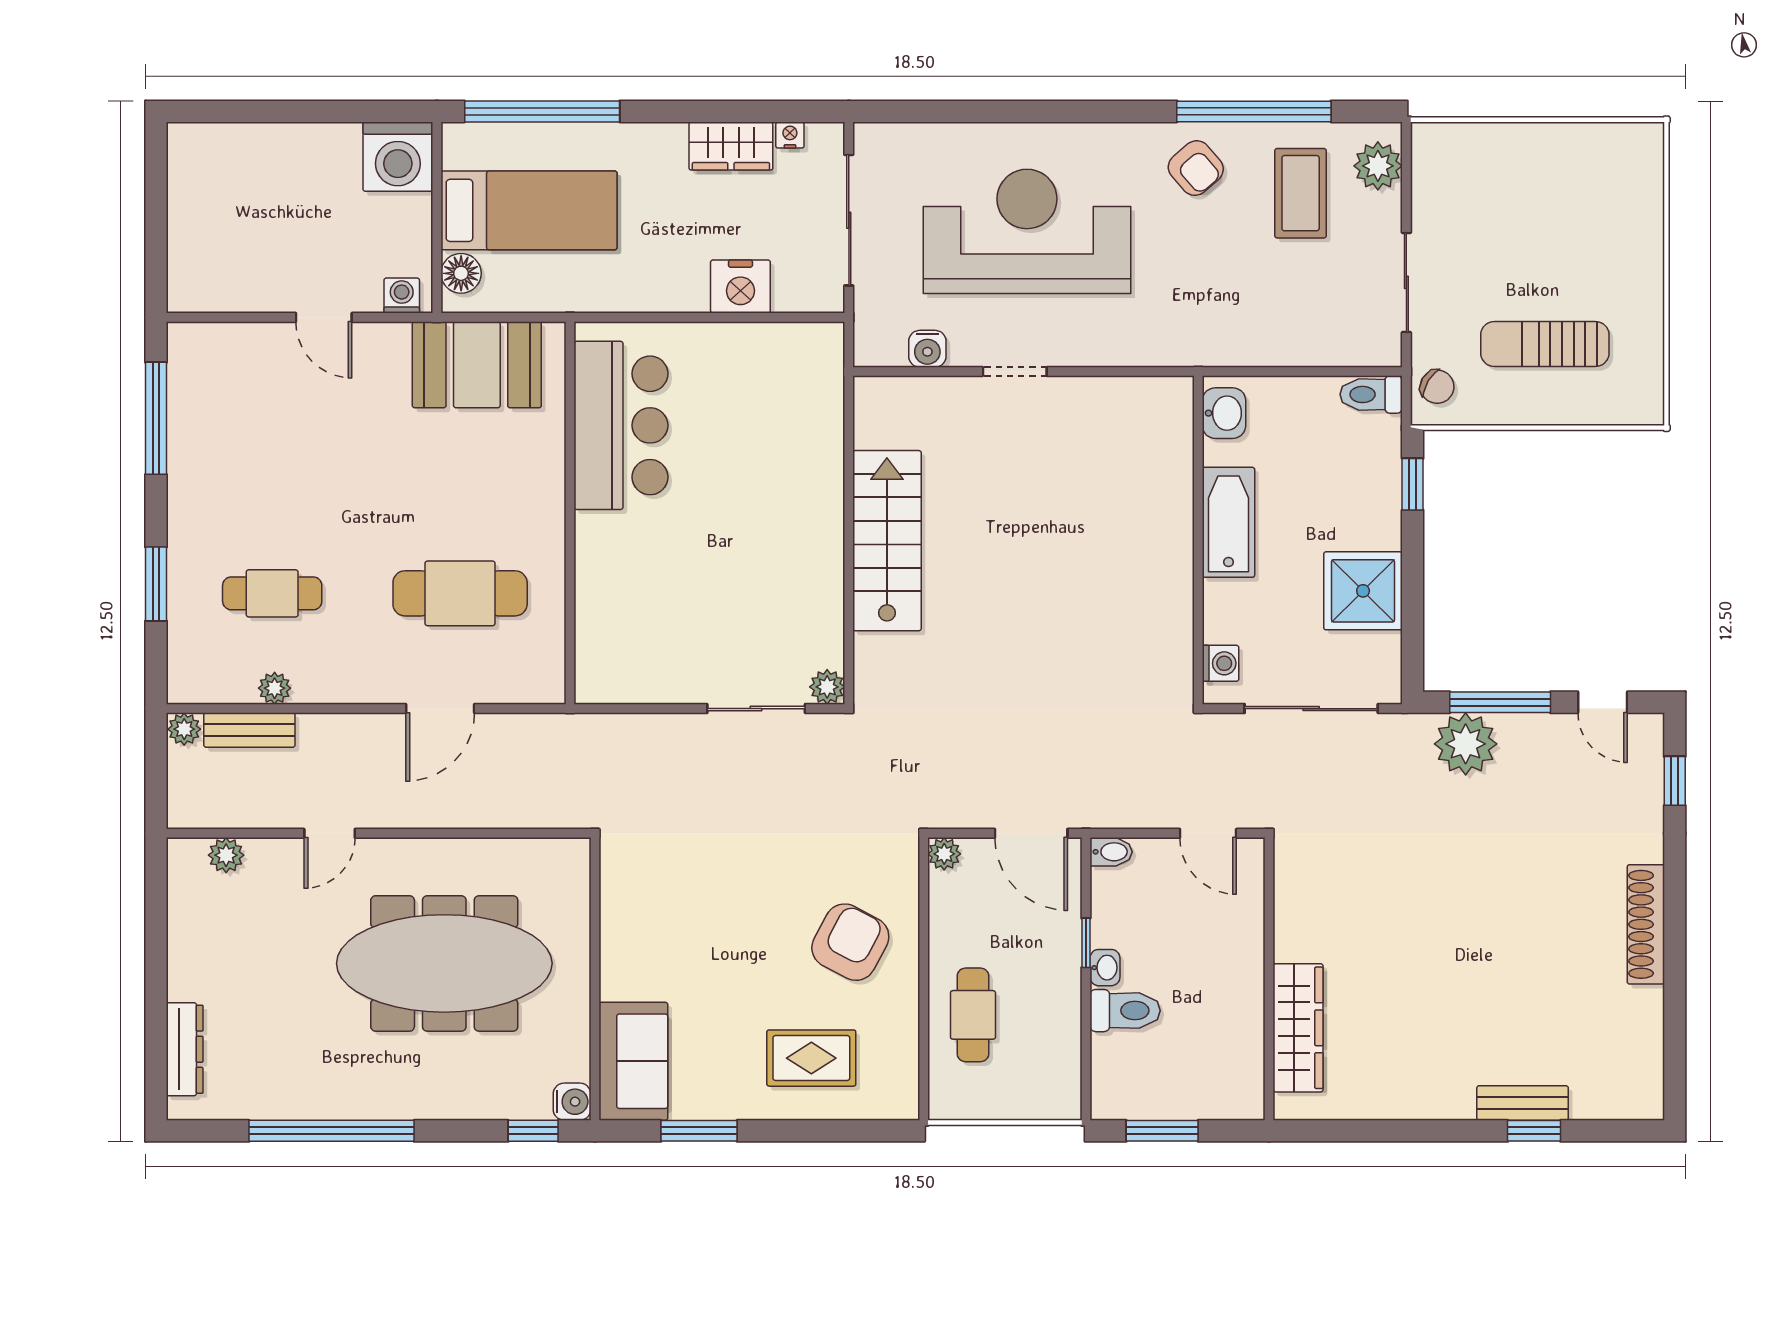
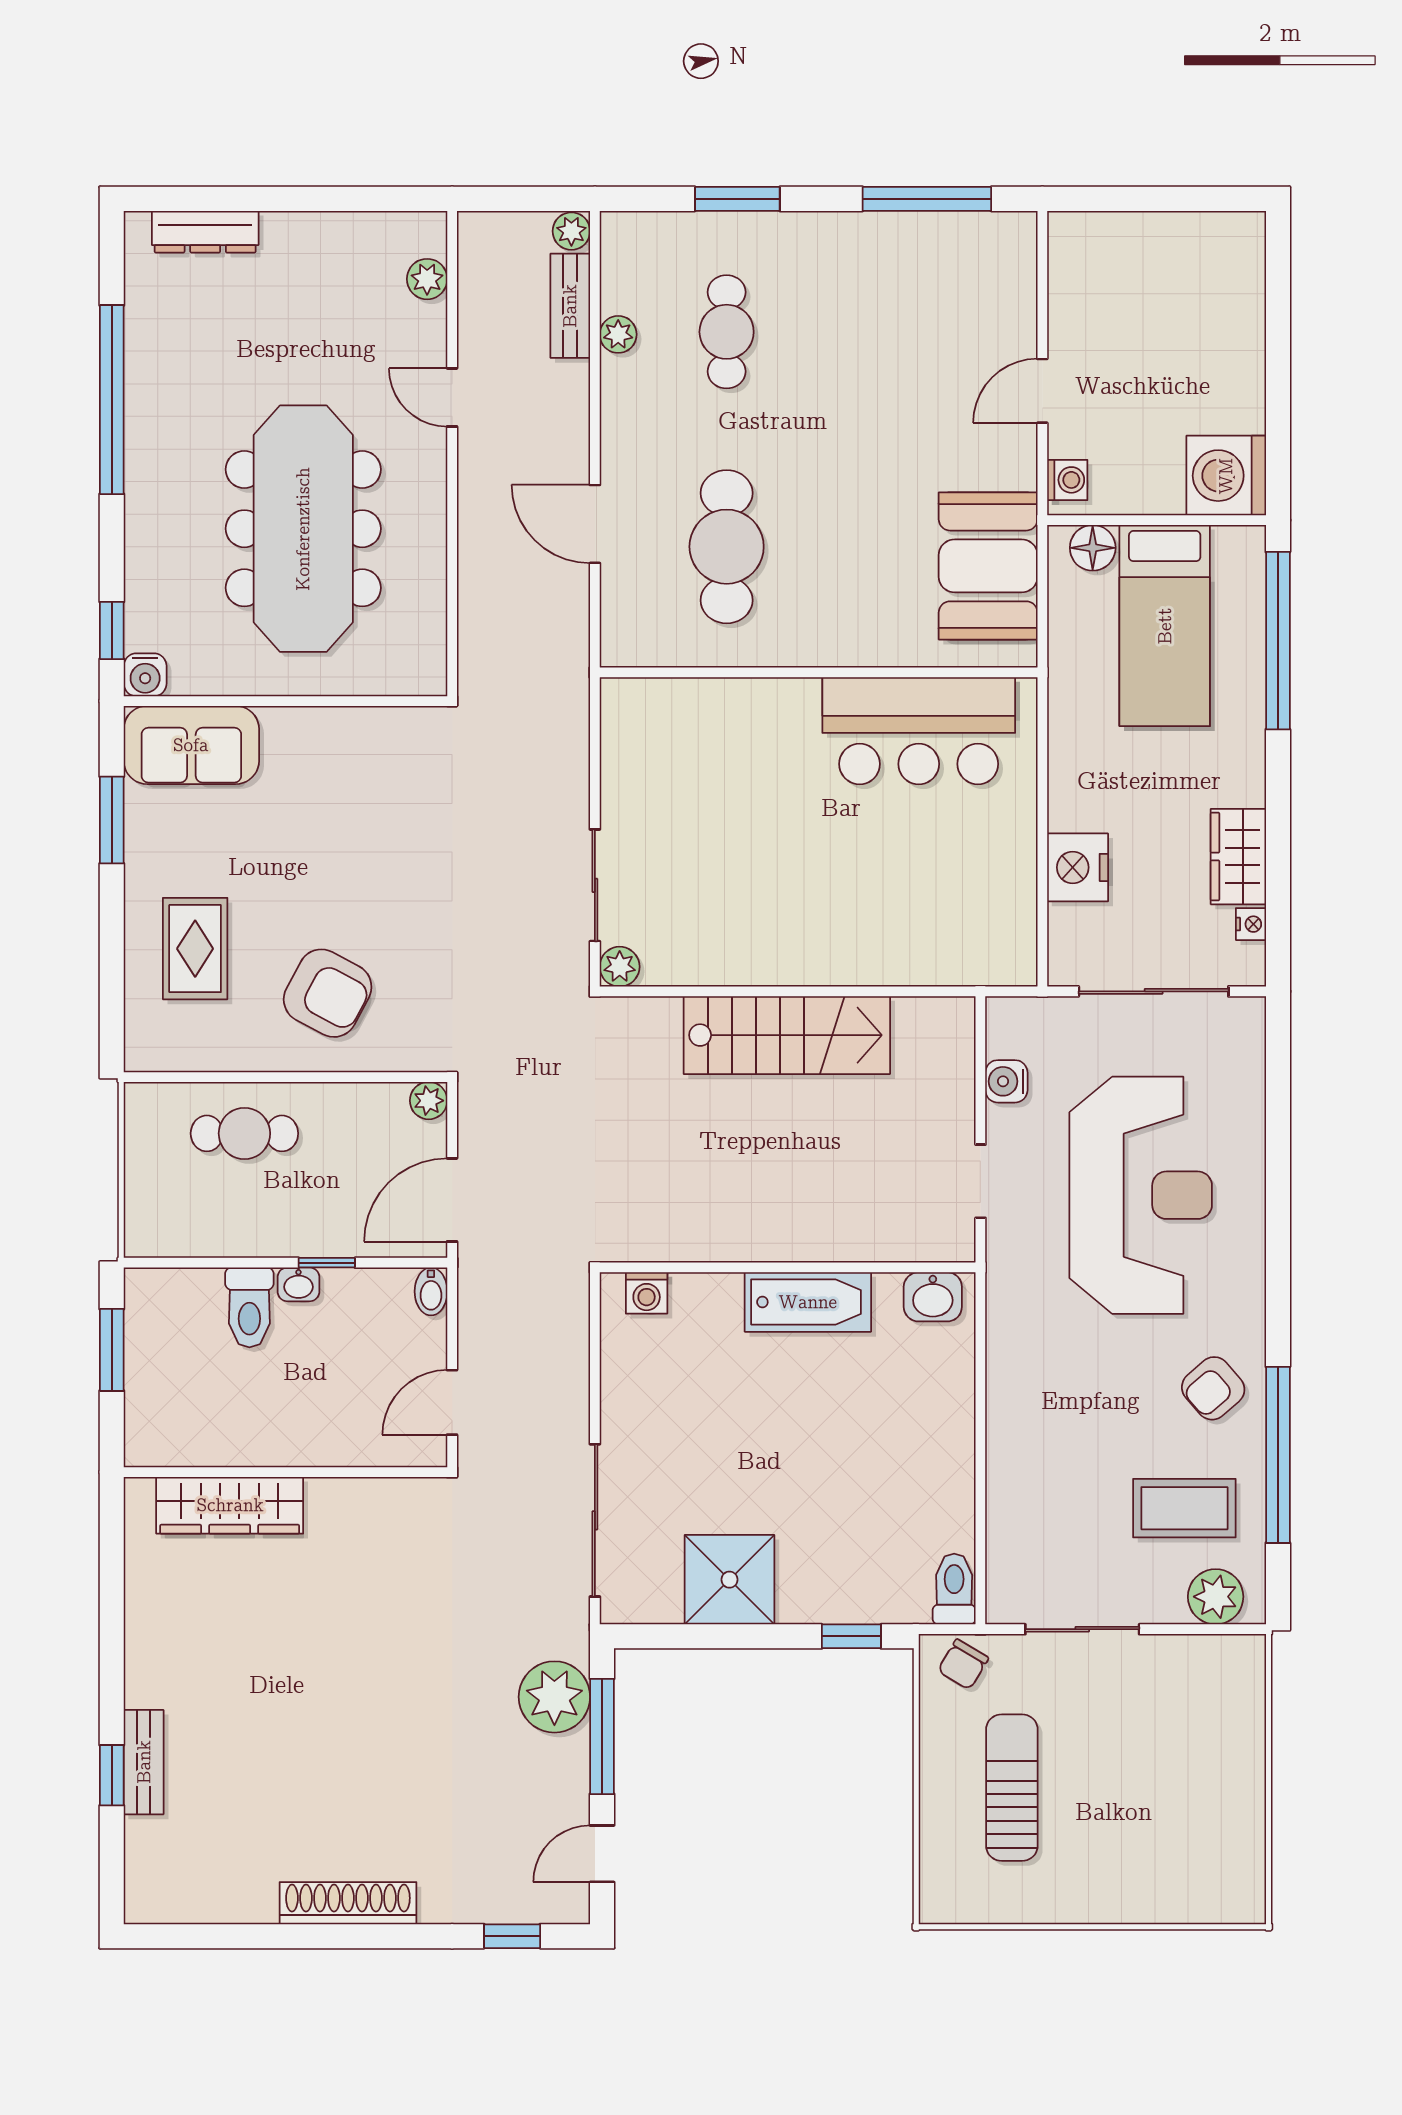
washbasin: (1224, 413) -> (933, 1297), moved
bathtub: (1228, 522) -> (808, 1302), moved
wall: (1198, 540) -> (788, 1267), moved
washing machine: (1221, 663) -> (647, 1293), moved

